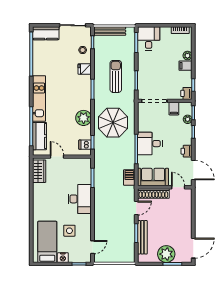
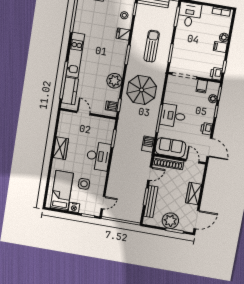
wardrobe: (39, 171) -> (61, 148), moved
wardrobe: (185, 221) -> (194, 194), added

